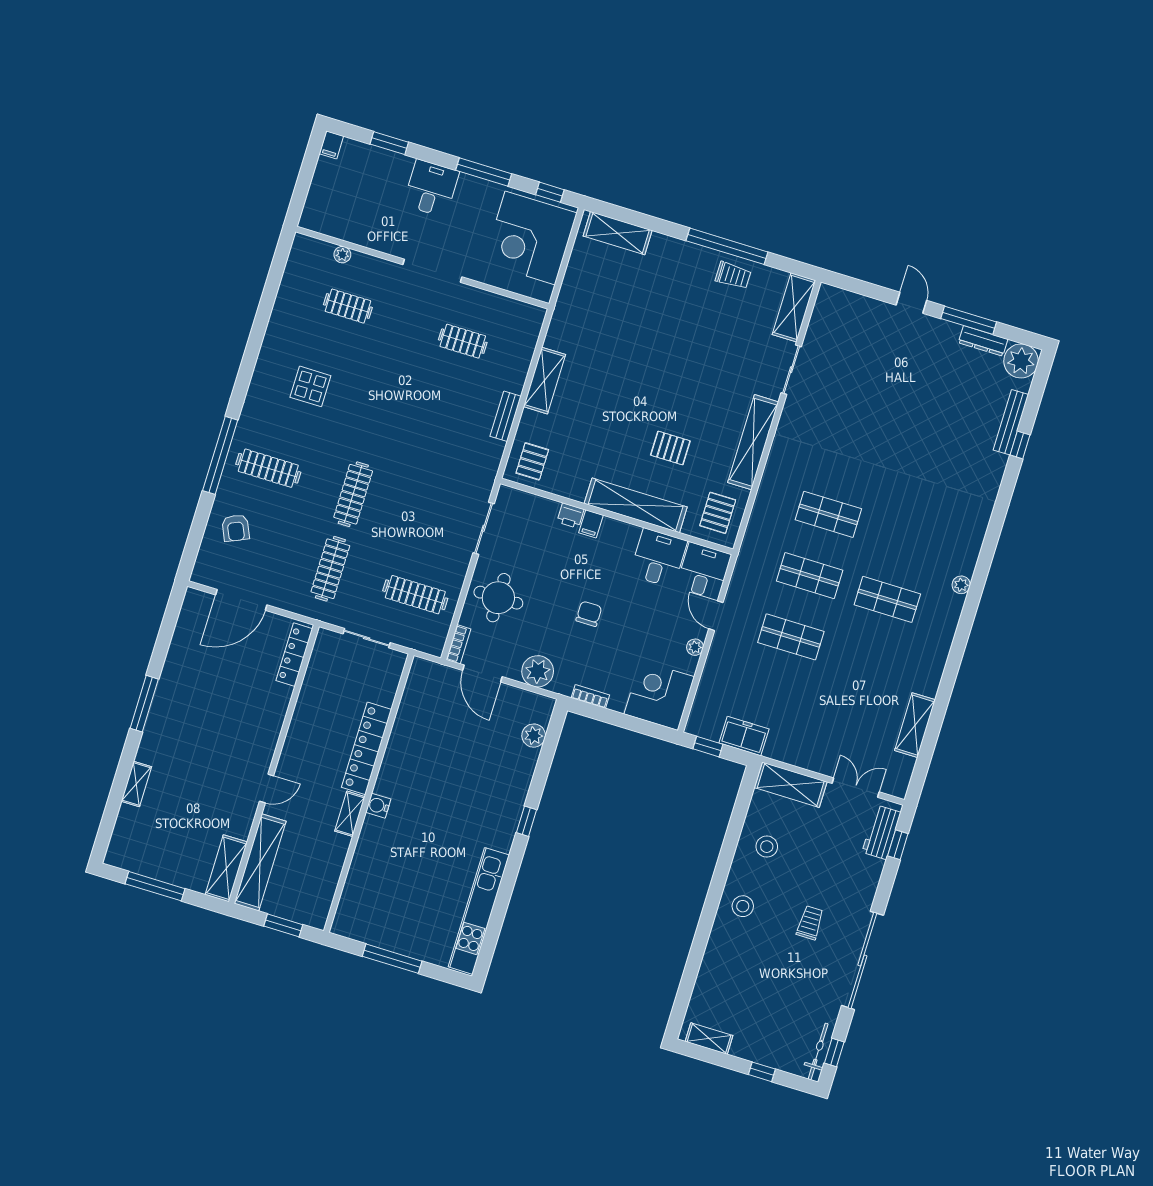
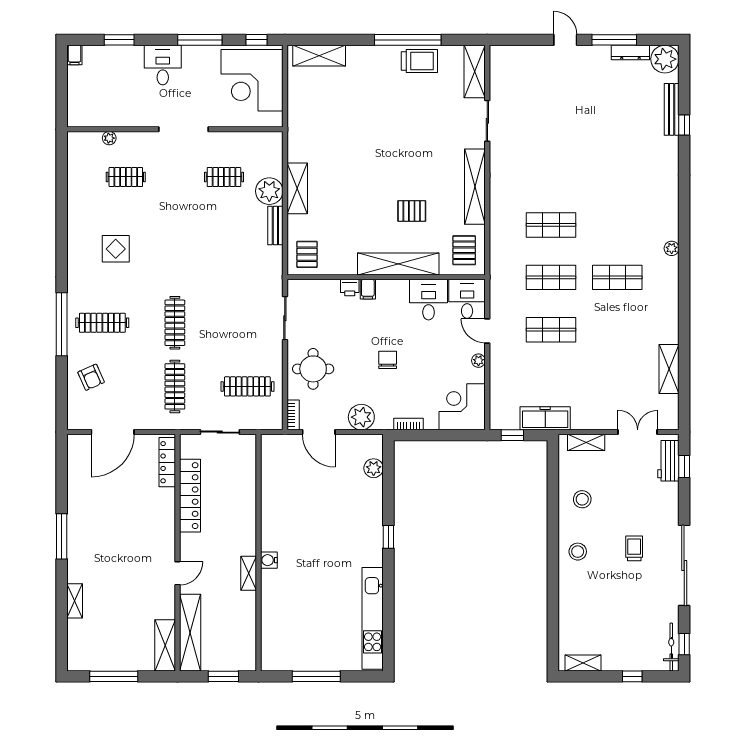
trolley: (733, 275) -> (419, 61), width x1.36, depth x1.39
plant: (511, 374) -> (269, 191), added
freezer: (744, 736) -> (545, 418), width x1.40
locker: (367, 748) -> (190, 496), moved, turned 180
shelving: (791, 785) -> (586, 442), width x0.67, depth x0.75

